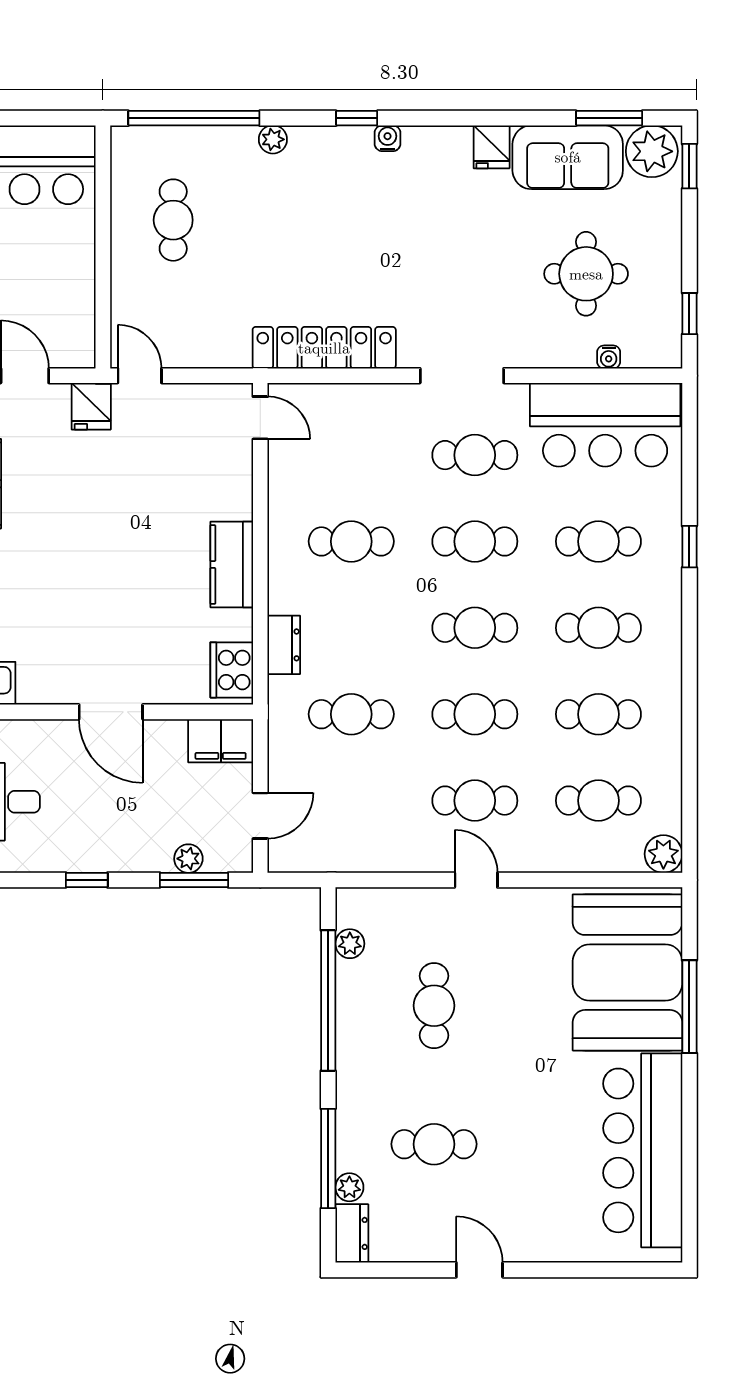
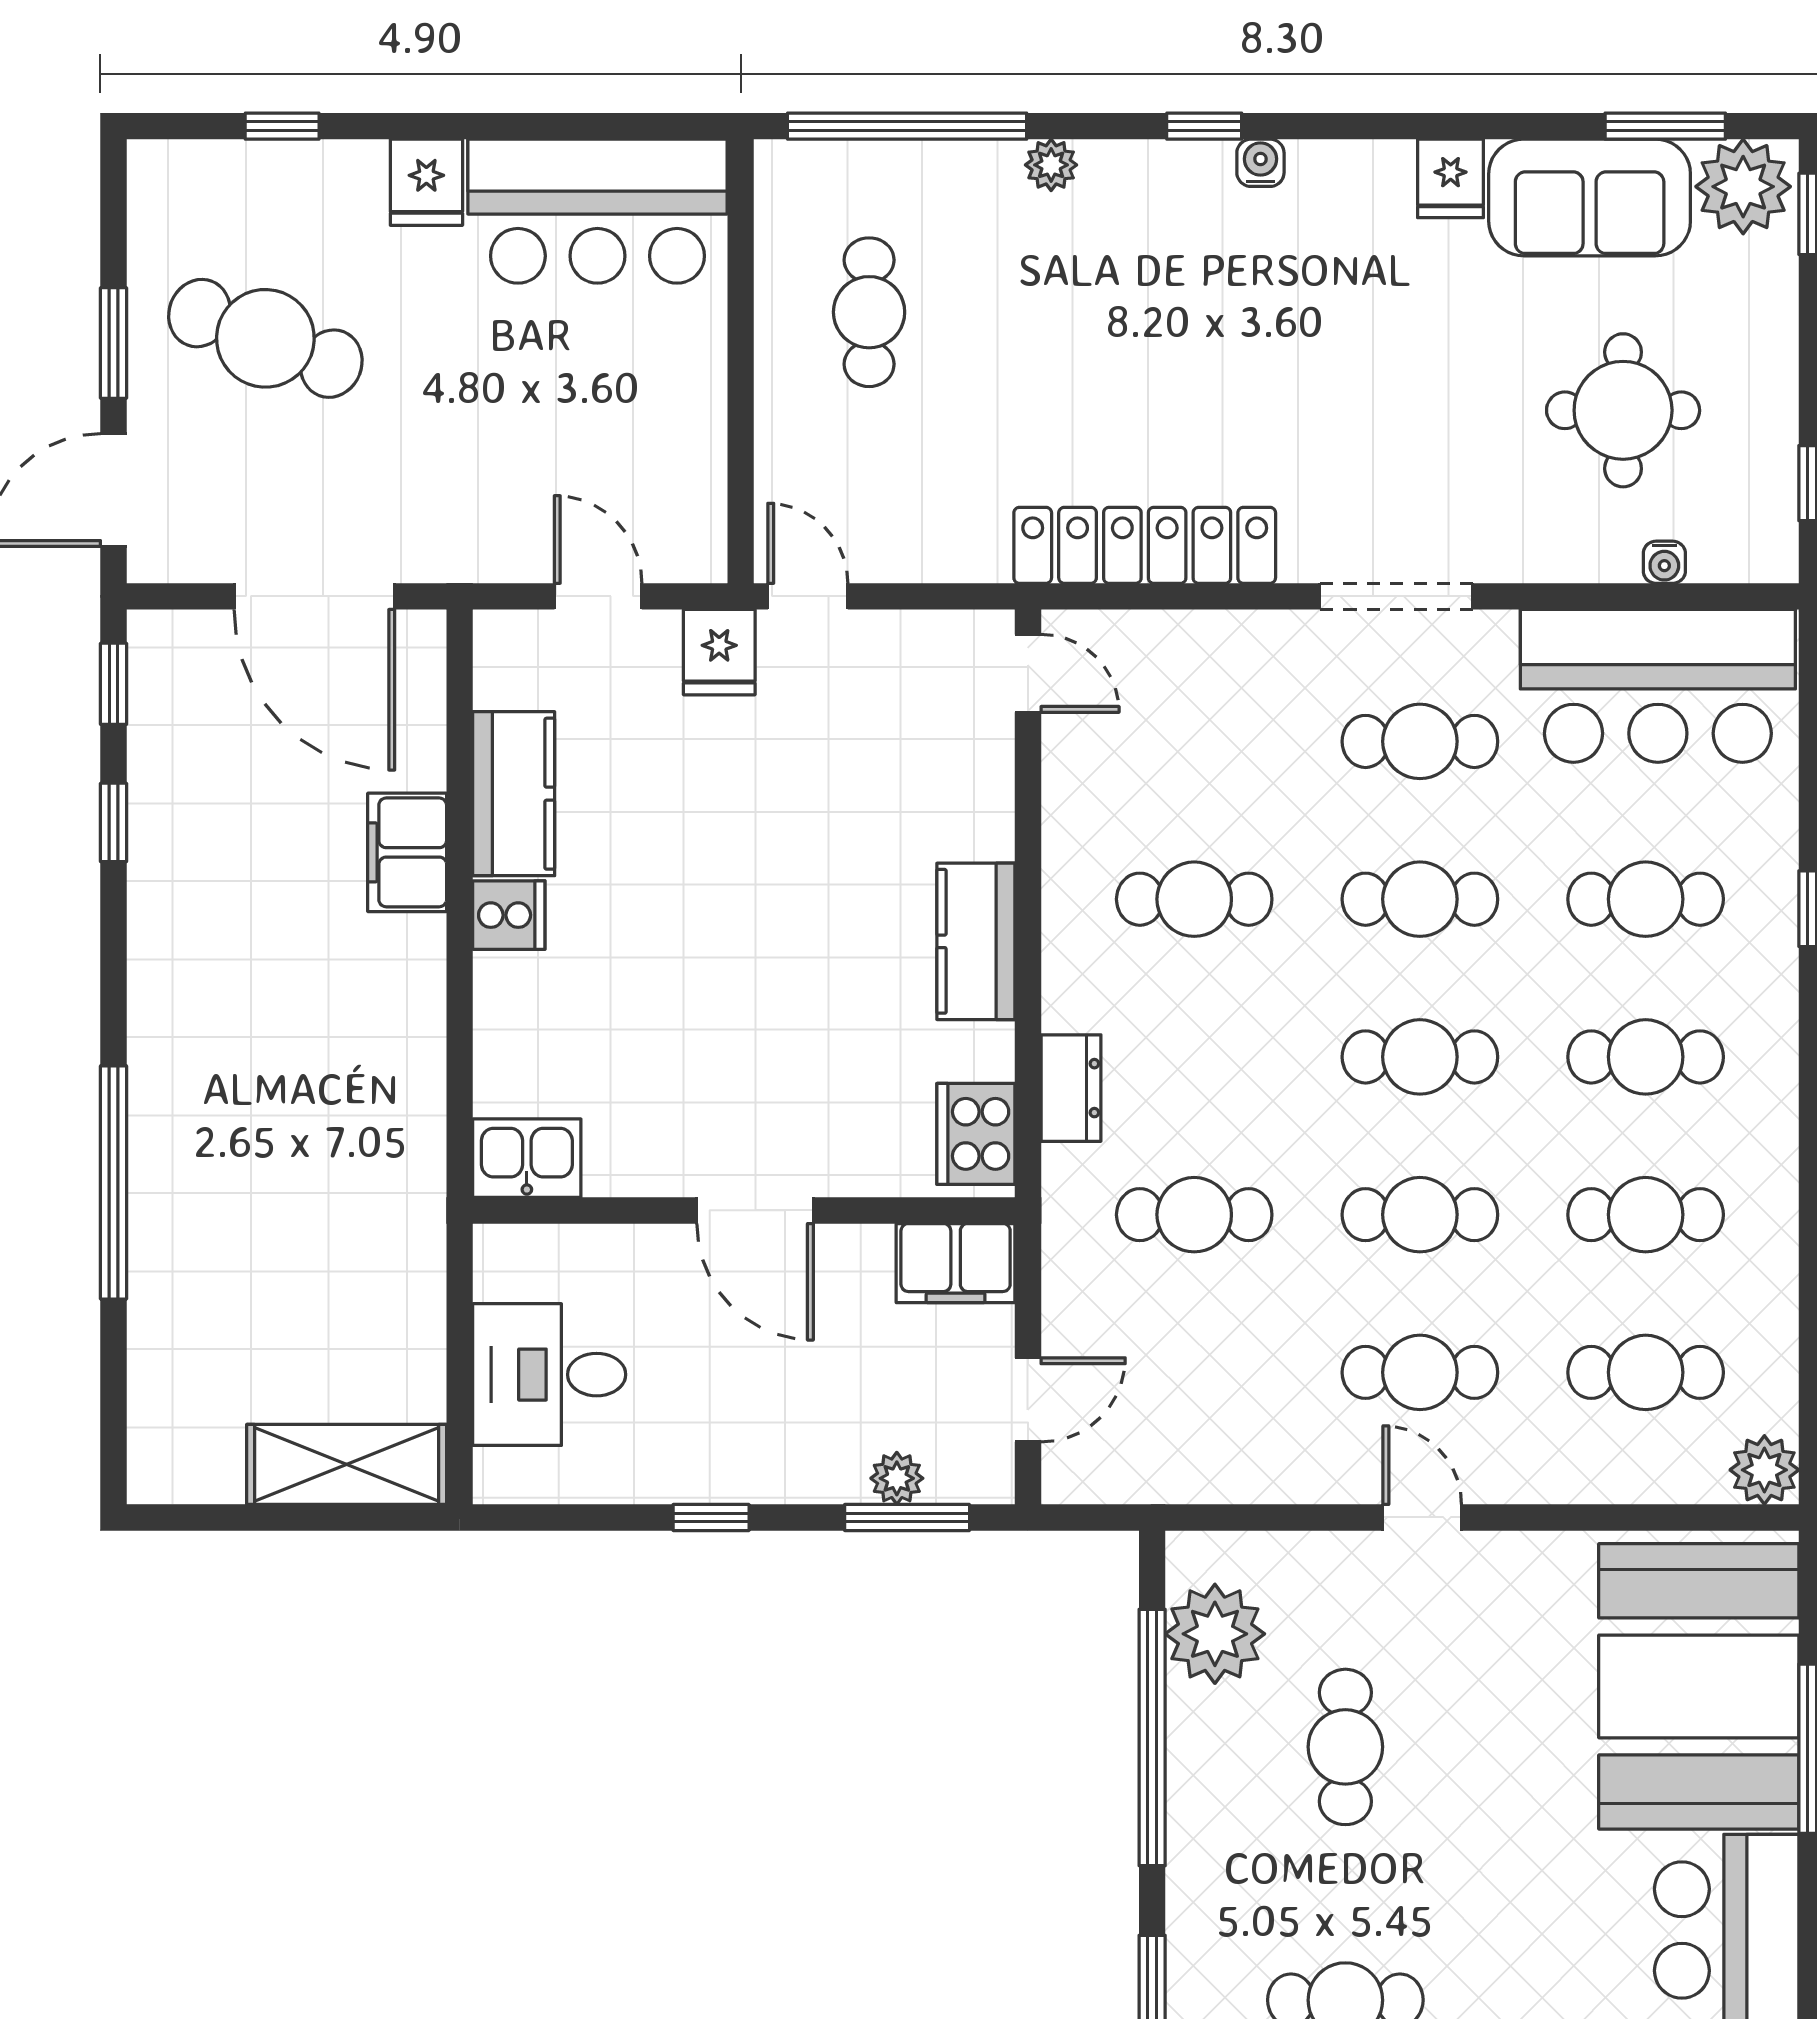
plant: (350, 944) -> (1215, 1634), width x1.87, depth x1.87

